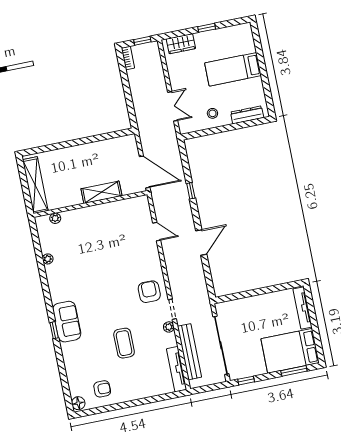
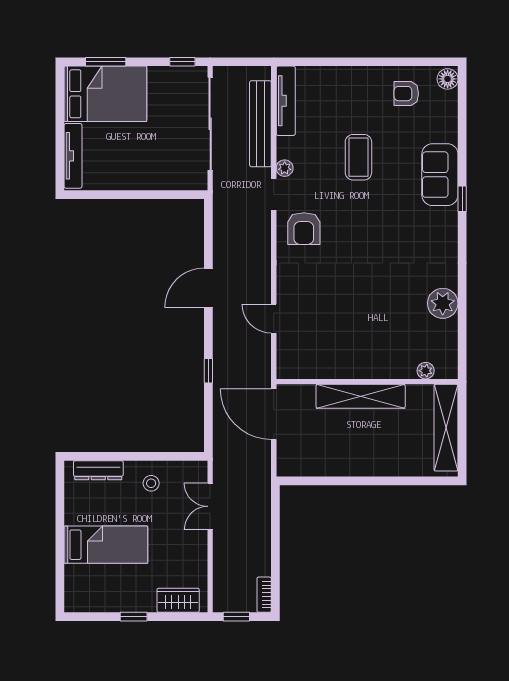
shelving: (101, 192) -> (361, 396), width x1.47
plant: (48, 259) -> (443, 303), width x1.88, depth x1.88
sofa: (67, 322) -> (440, 175), moved

